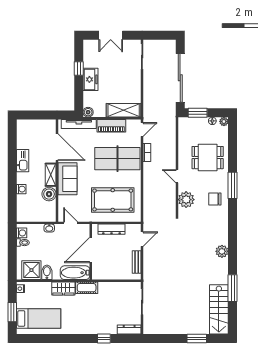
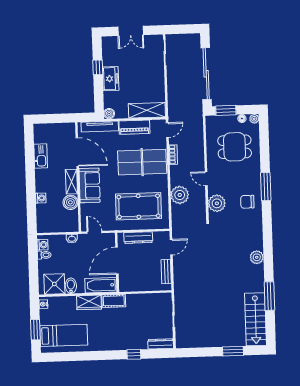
dining table: (208, 158) -> (235, 147), moved
kitchen sink: (23, 161) -> (41, 156), moved
plant: (152, 191) -> (180, 195), added

